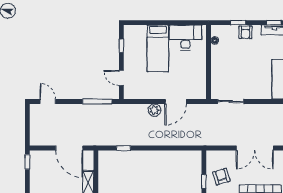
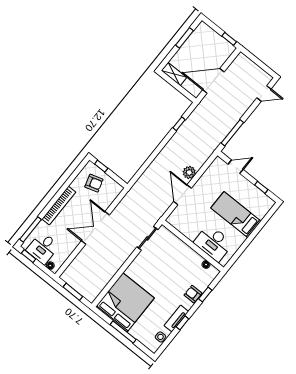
desk: (185, 38) -> (213, 243), moved, turned 90

